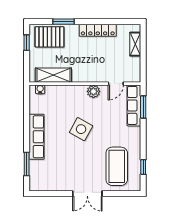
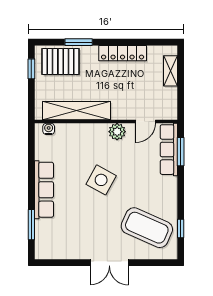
shelving: (53, 75) -> (77, 111), width x1.47
coffee table: (117, 166) -> (147, 228), turned -66

